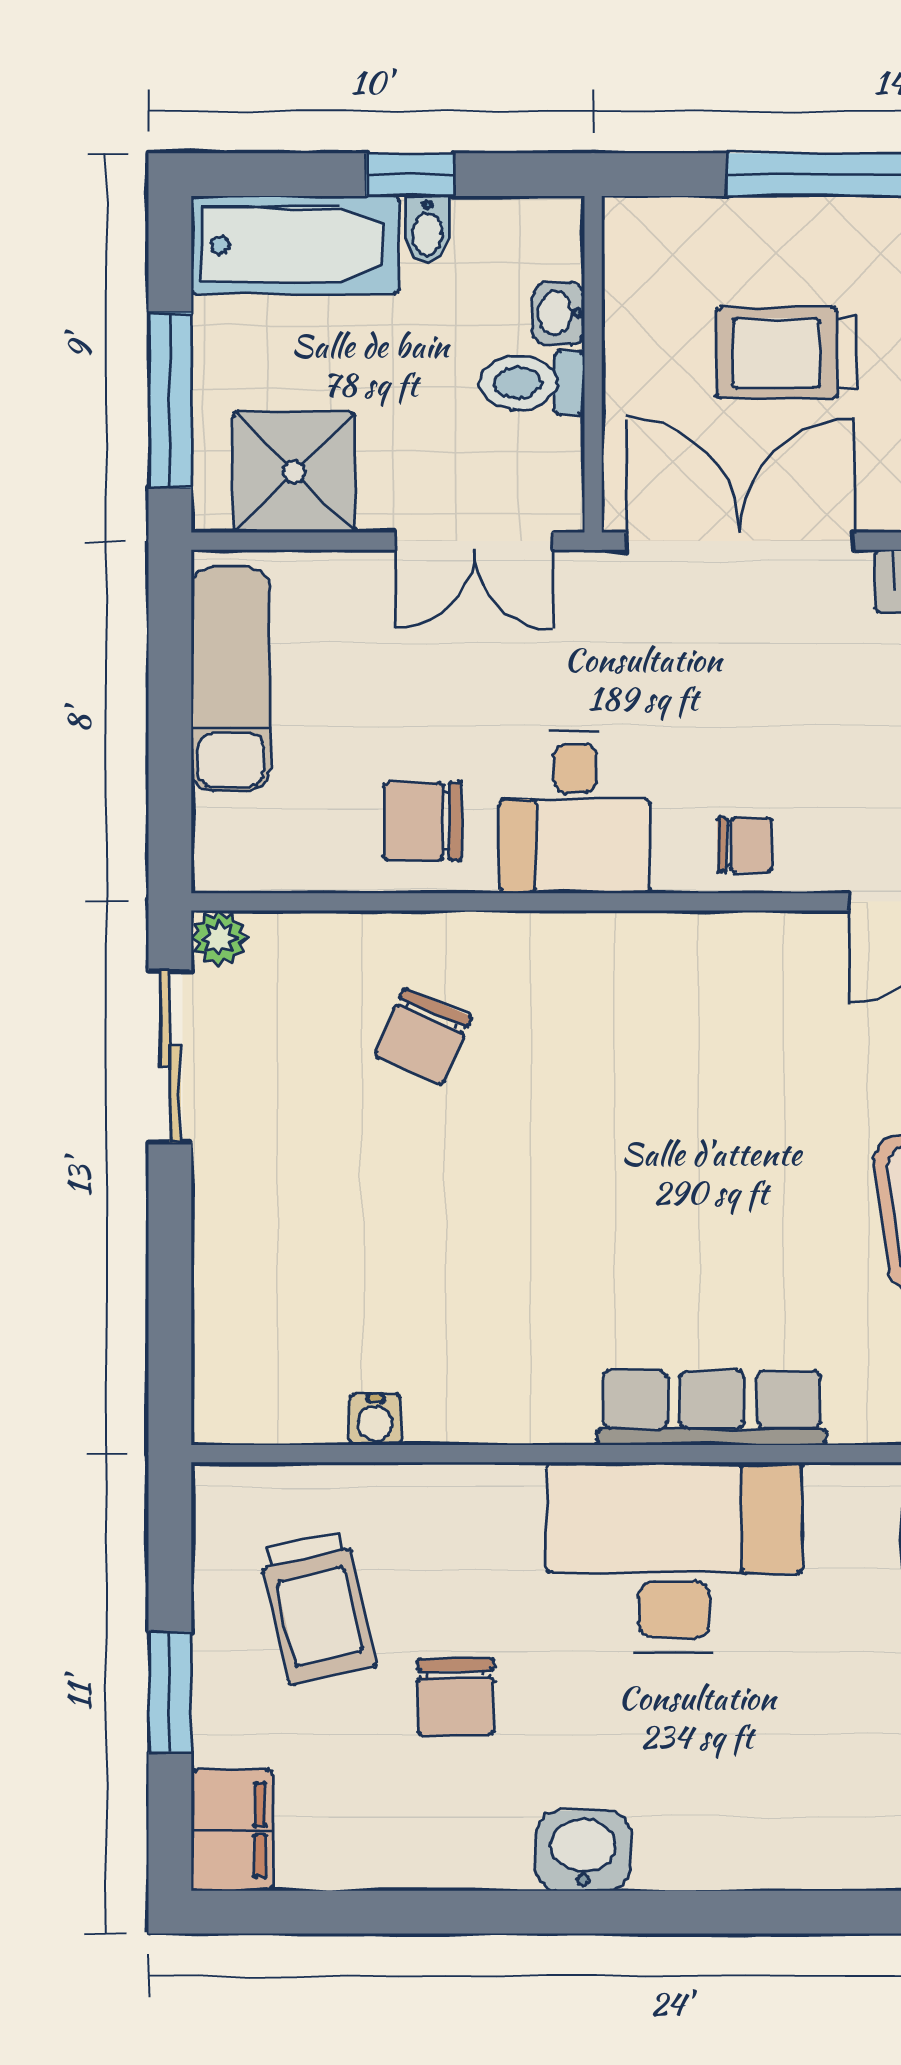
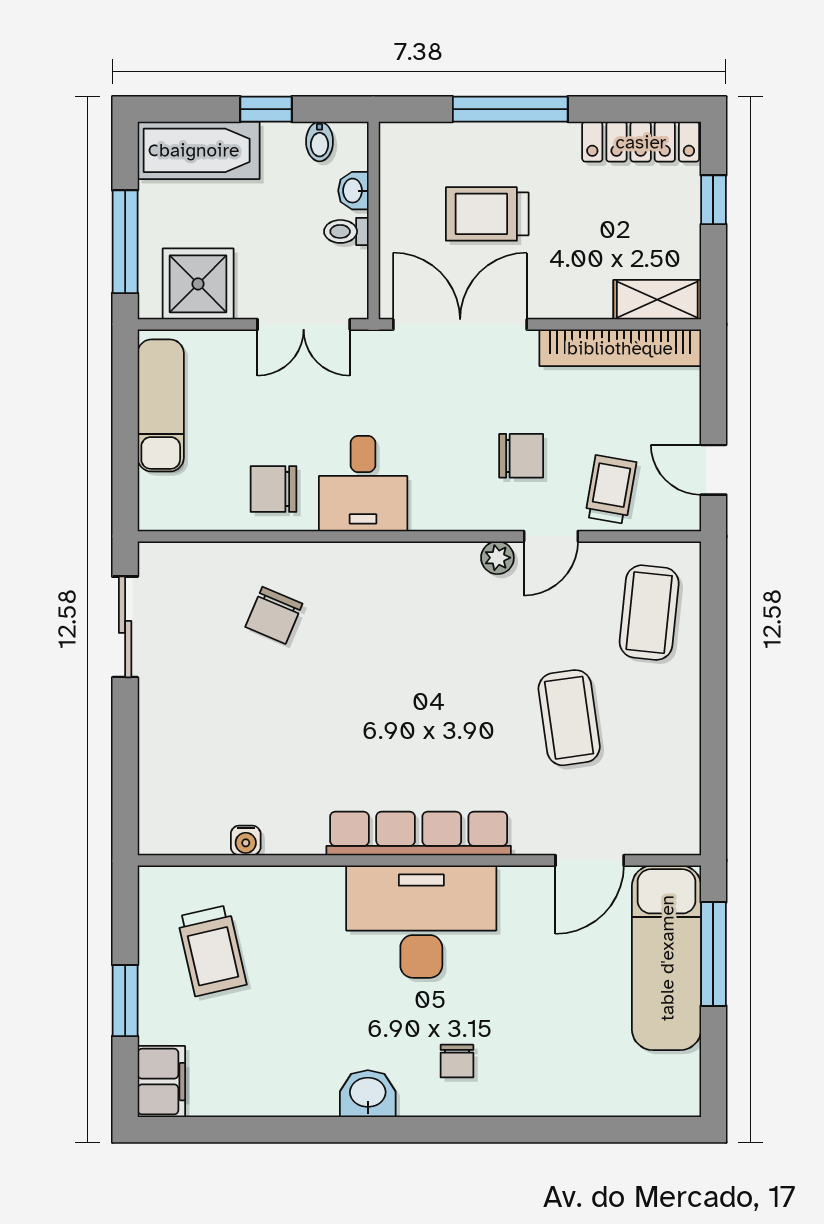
bidet: (427, 230) -> (320, 141), moved
toilet: (532, 383) -> (346, 231), width x0.73, depth x0.72
chair: (745, 845) -> (521, 456), moved, width x1.37, depth x1.37
plant: (219, 938) -> (497, 558), moved
row of seats: (712, 1408) -> (419, 834), width x1.36
chair: (456, 1697) -> (457, 1061), moved, width x0.73, depth x0.73

